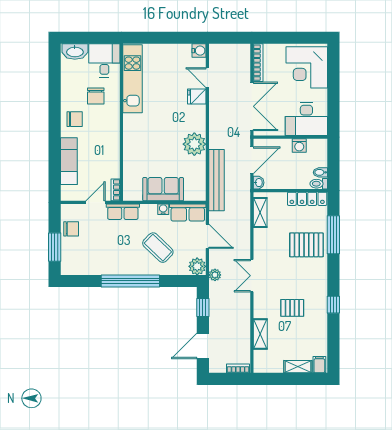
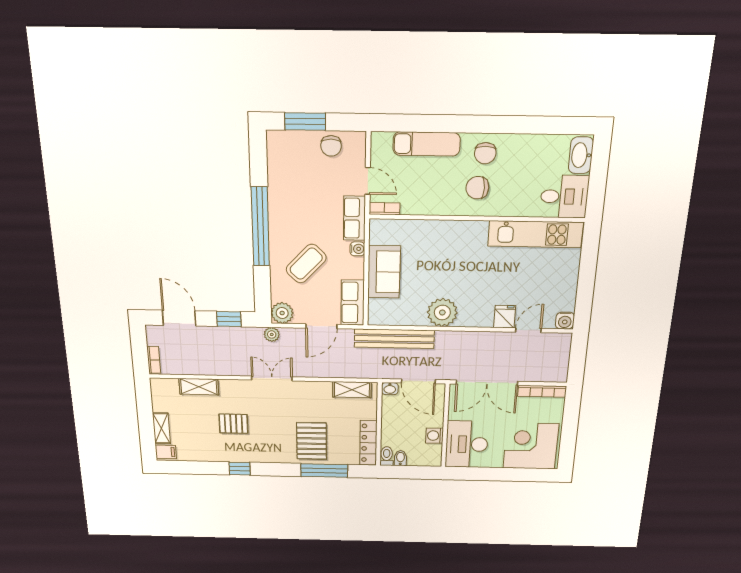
chair: (96, 96) -> (477, 188), moved
water cooler: (163, 209) -> (357, 249), moved
pallet: (292, 308) -> (233, 424), turned 90

